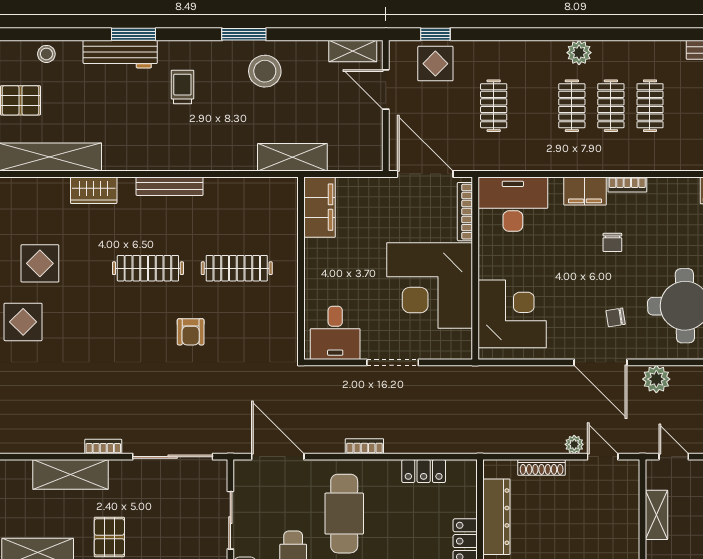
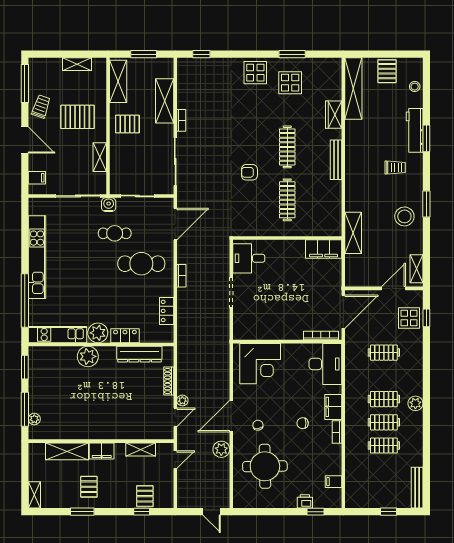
corner desk: (430, 286) -> (277, 315), removed

